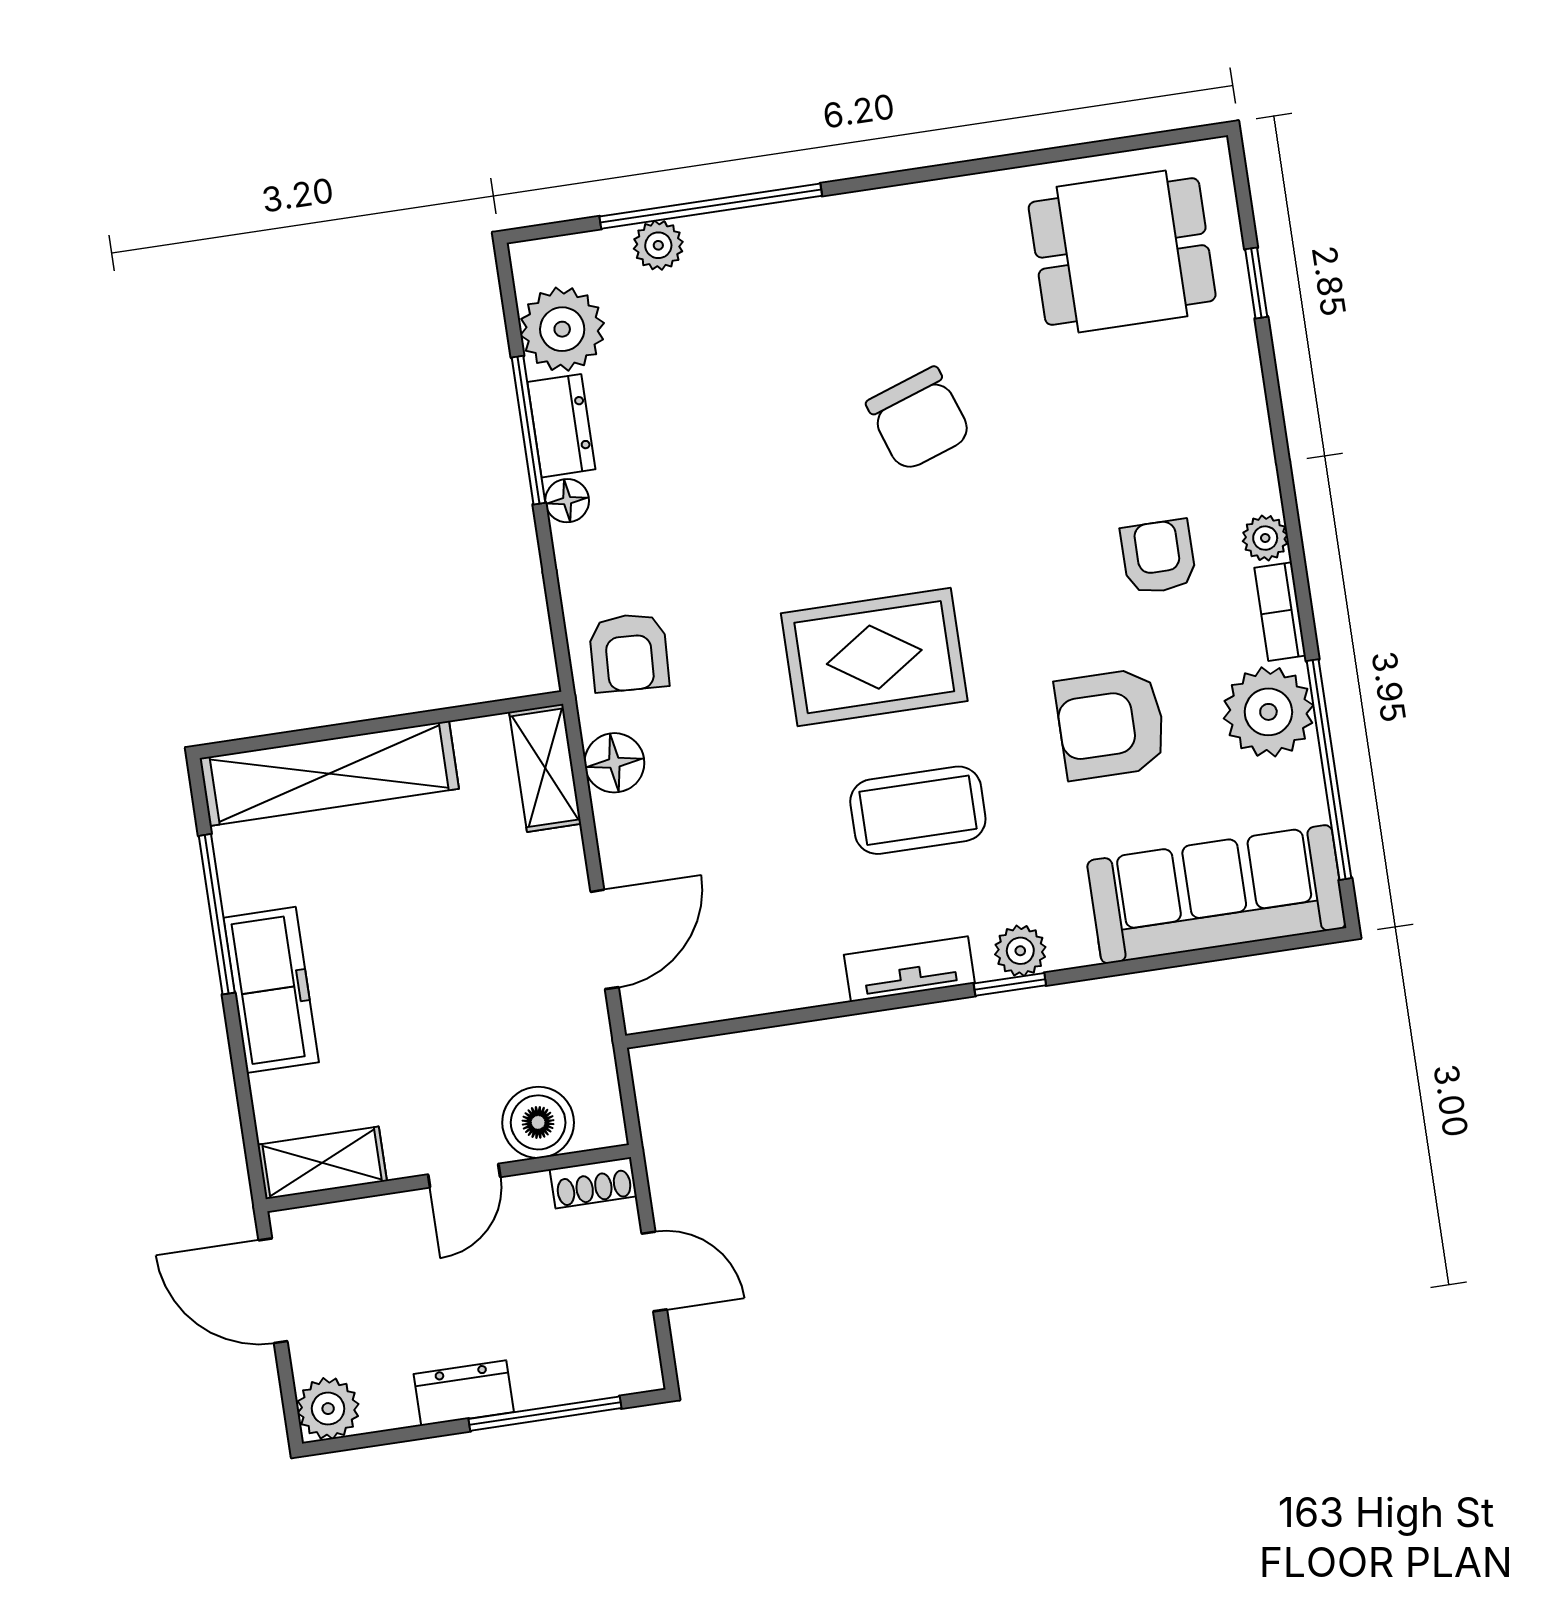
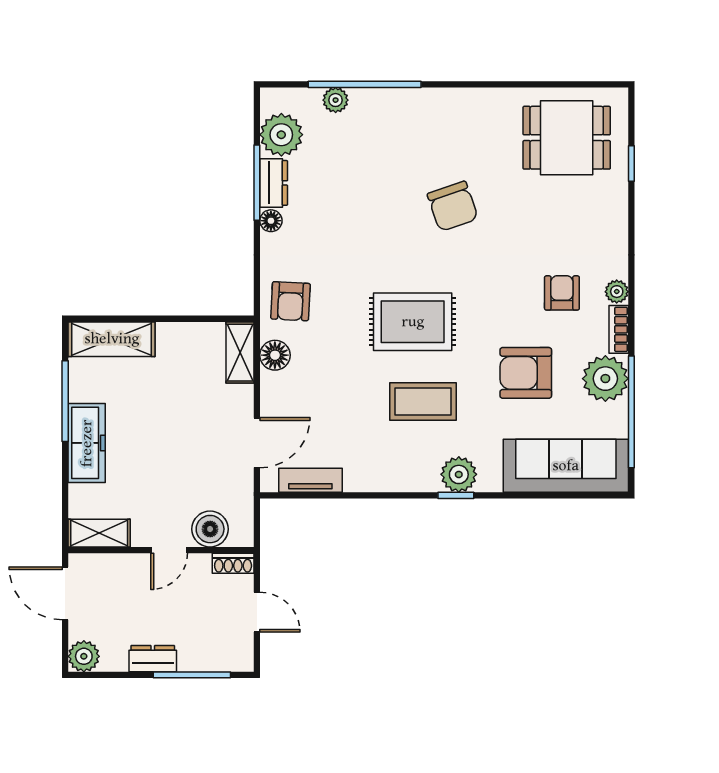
shelving: (329, 773) -> (112, 339), width x0.68
plant: (1020, 951) -> (459, 474), width x1.38, depth x1.38
tv unit: (909, 969) -> (310, 480), moved

